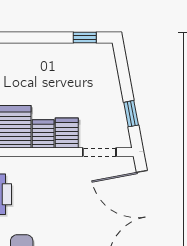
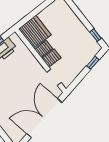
window: (131, 114) -> (93, 63), moved

